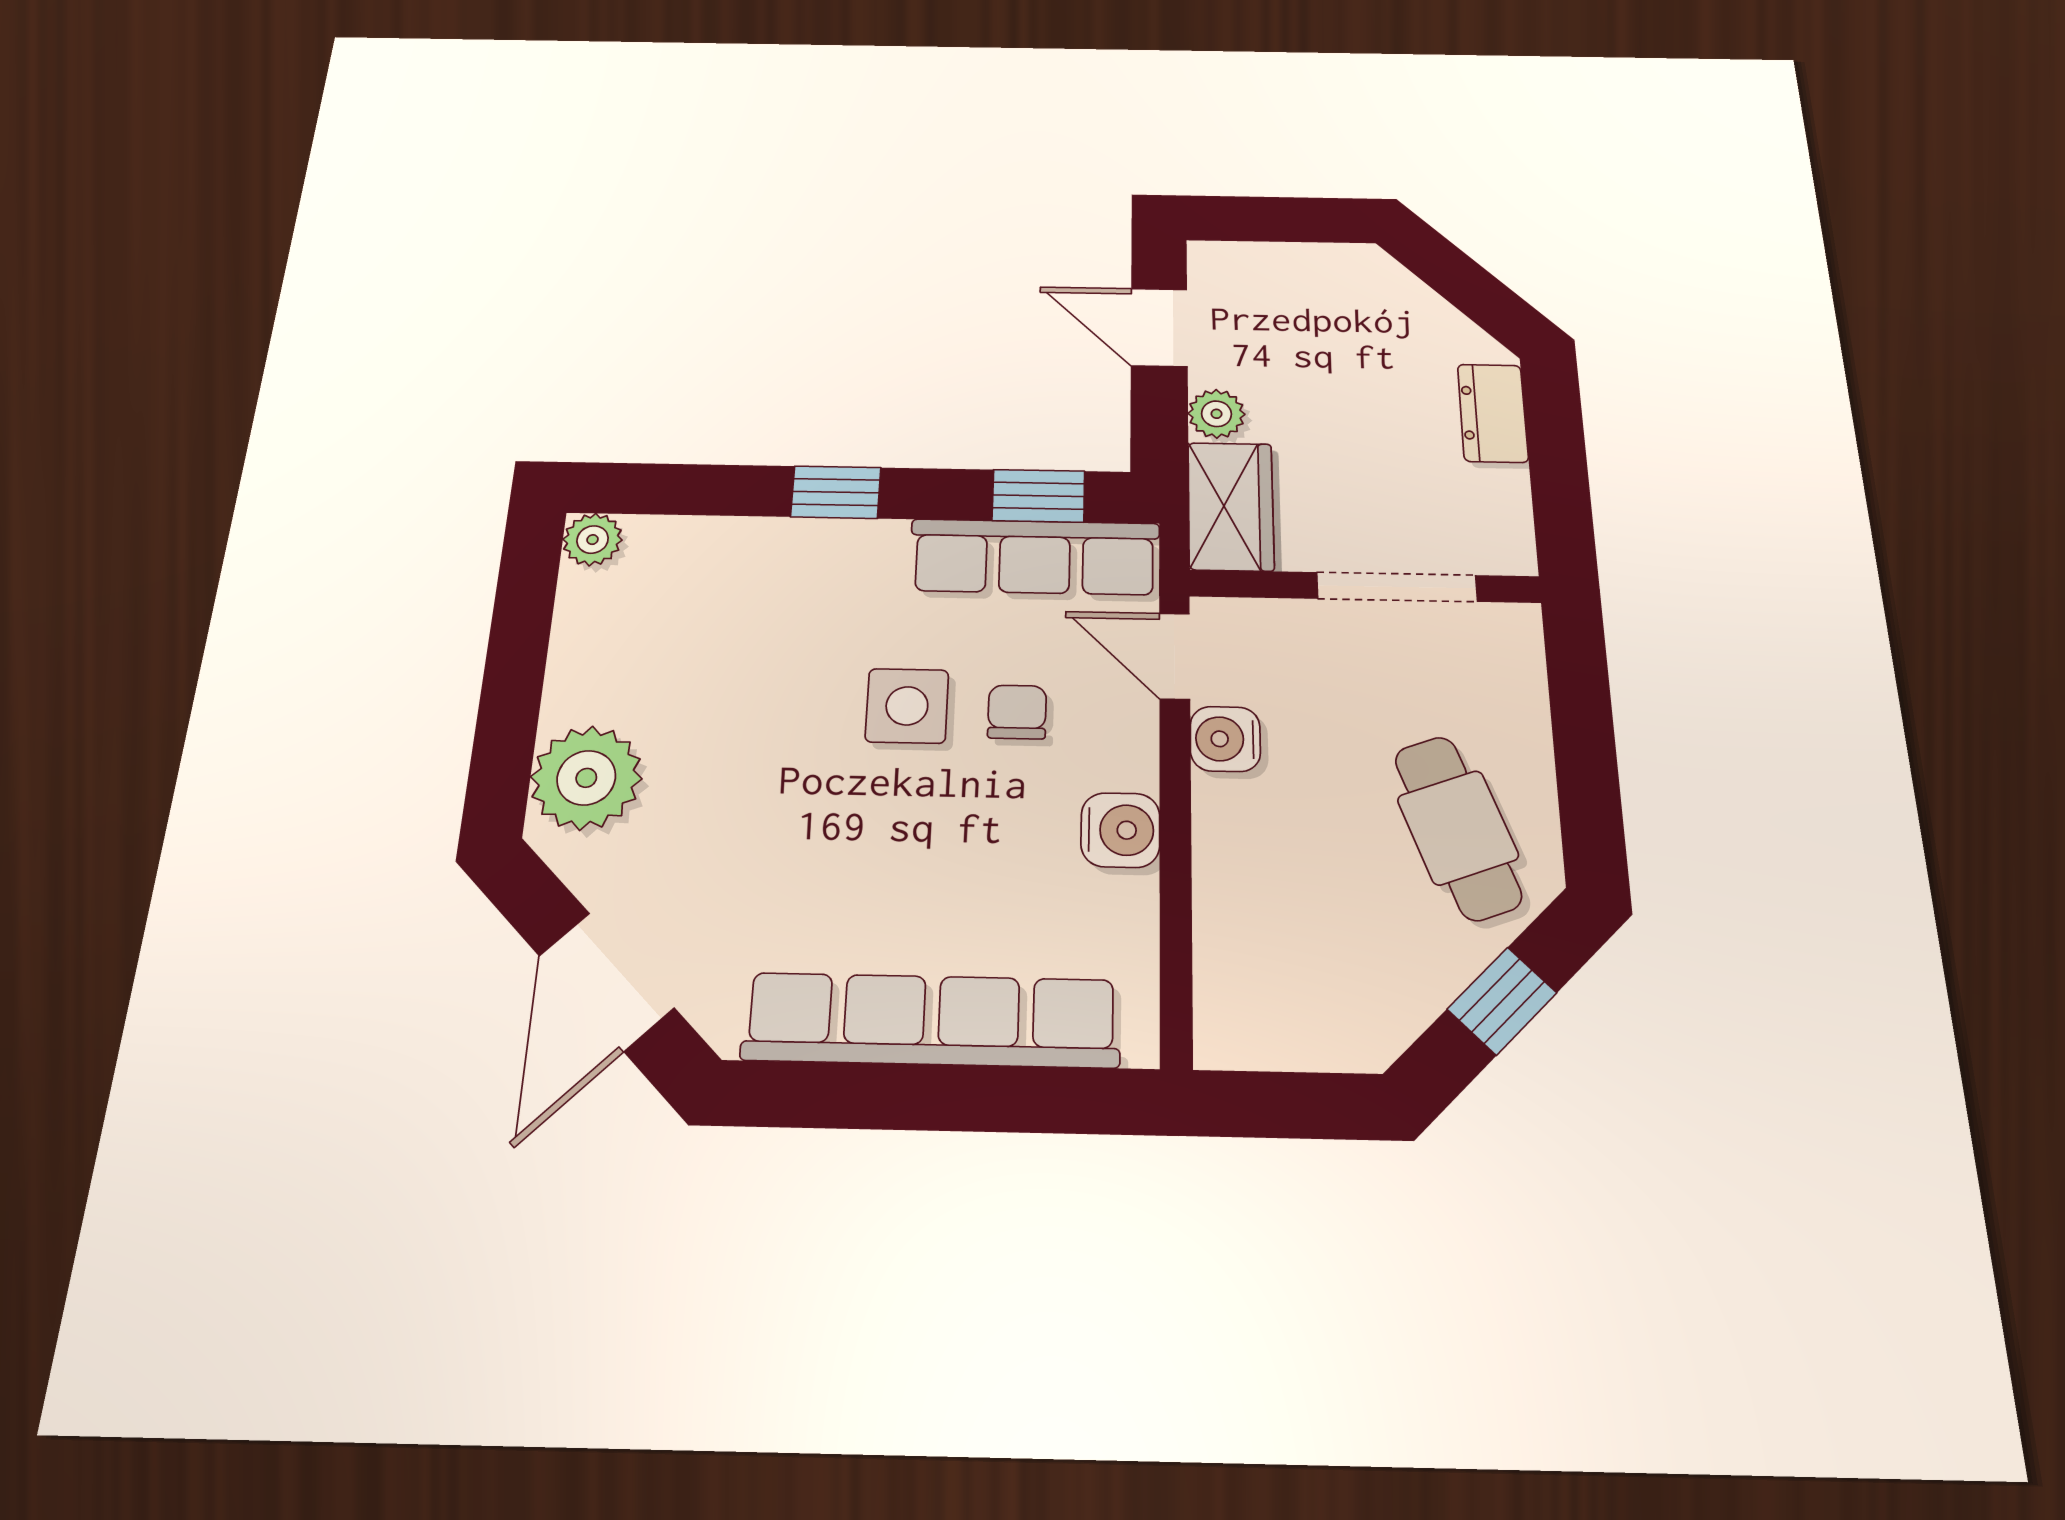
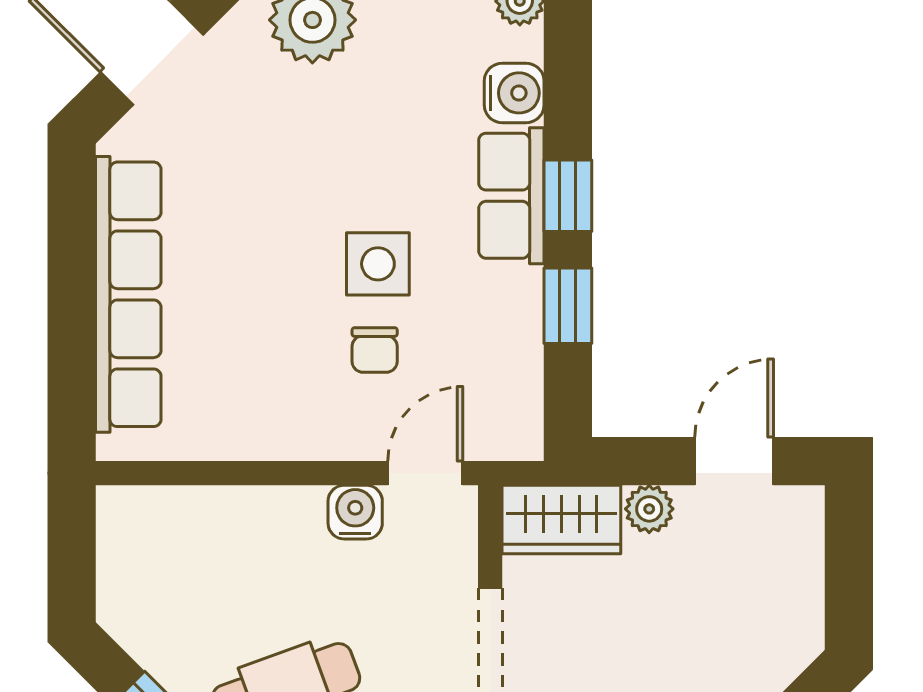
window: (1039, 496) -> (568, 306), moved
row of seats: (1035, 557) -> (511, 196), moved, width x0.68
chair: (1017, 712) -> (375, 350), turned 90
water cooler: (1120, 830) -> (514, 93), moved, turned -90

